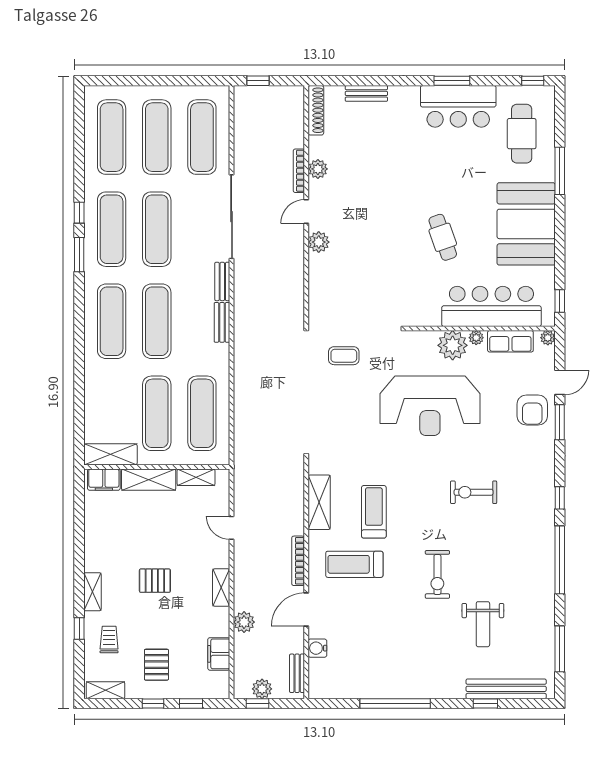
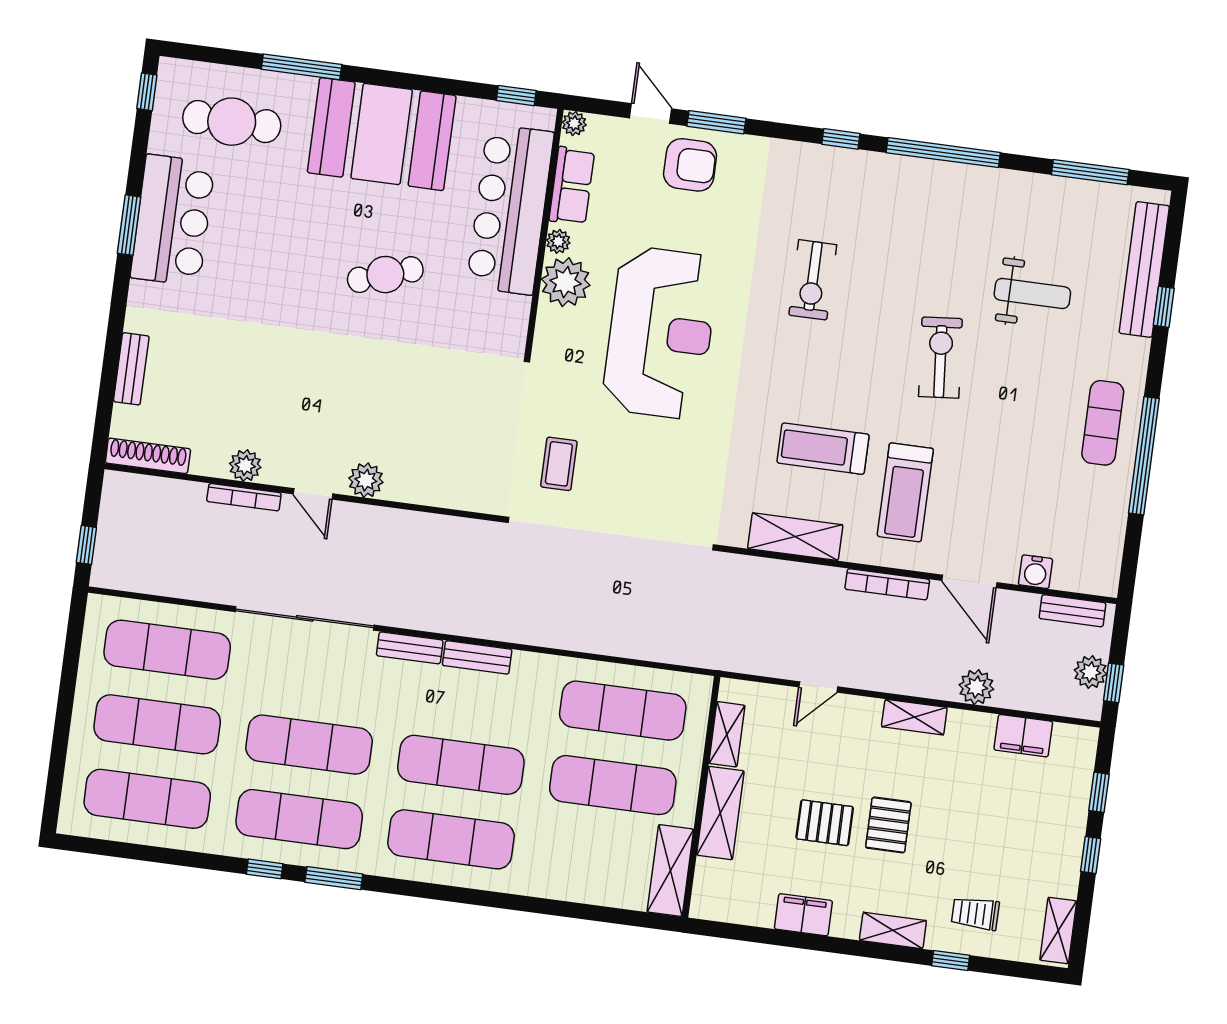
filing cabinet: (104, 480) -> (803, 915), moved, turned -90
exercise bike: (437, 574) -> (940, 358), turned -95
pallet: (156, 665) -> (825, 823), moved
exercise mat: (411, 676) -> (1103, 423), added

